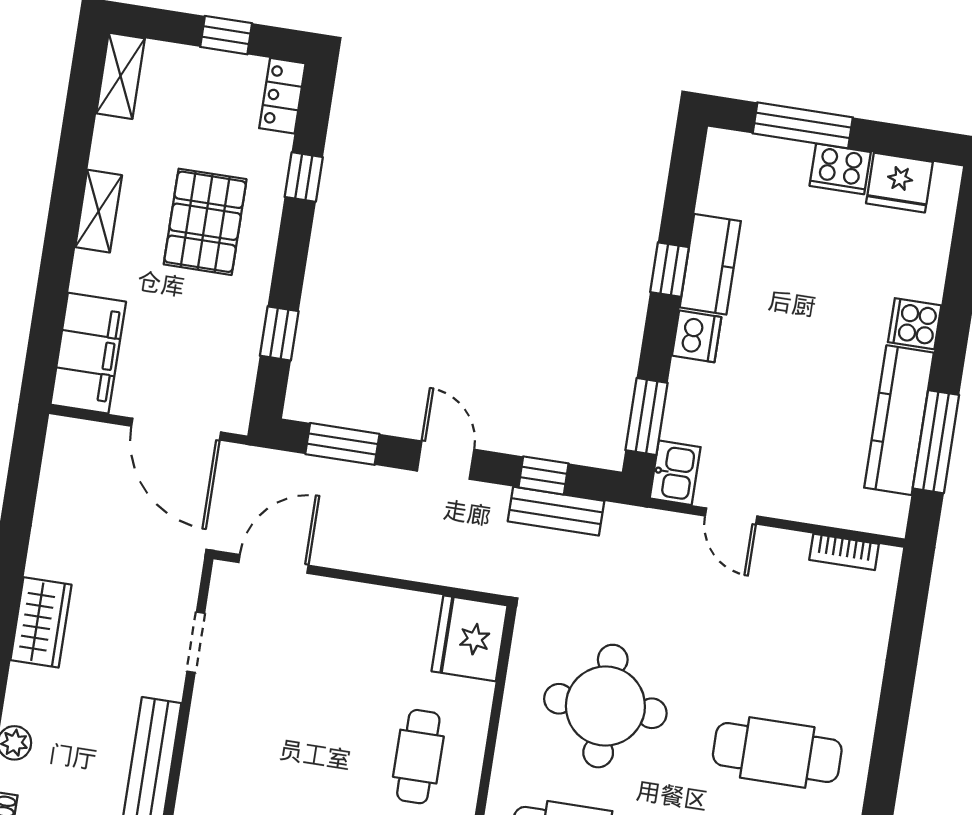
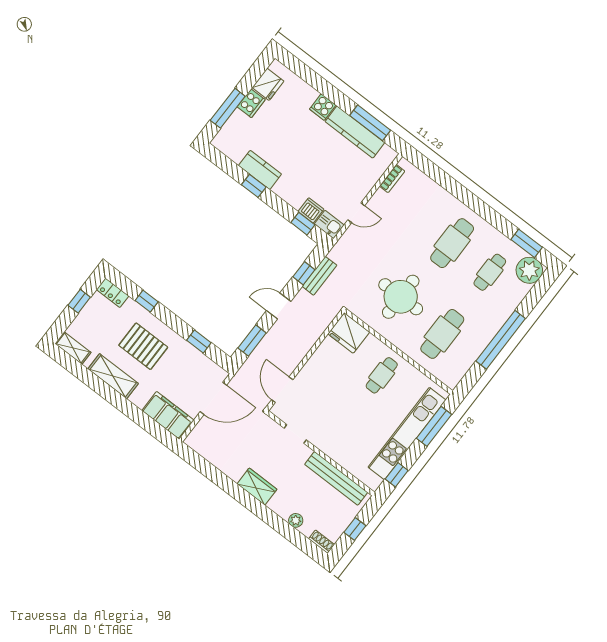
shelving: (99, 211) -> (113, 376), width x1.50, depth x1.33
dishwasher: (697, 336) -> (311, 210), moved
window: (646, 416) -> (303, 224), width x0.67
cafe table: (418, 757) -> (382, 375), turned 90

